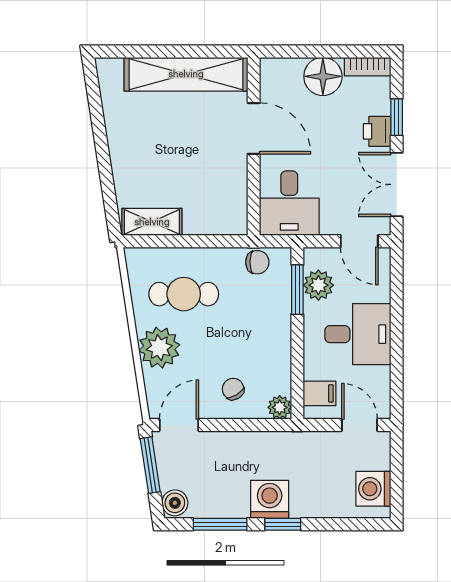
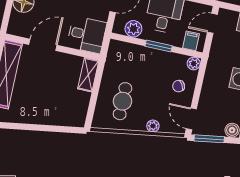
shelving: (152, 222) -> (88, 75), moved
chair: (257, 262) -> (114, 58), removed
window: (297, 290) -> (159, 46), moved
plant: (159, 348) -> (153, 126), width x0.53, depth x0.53

